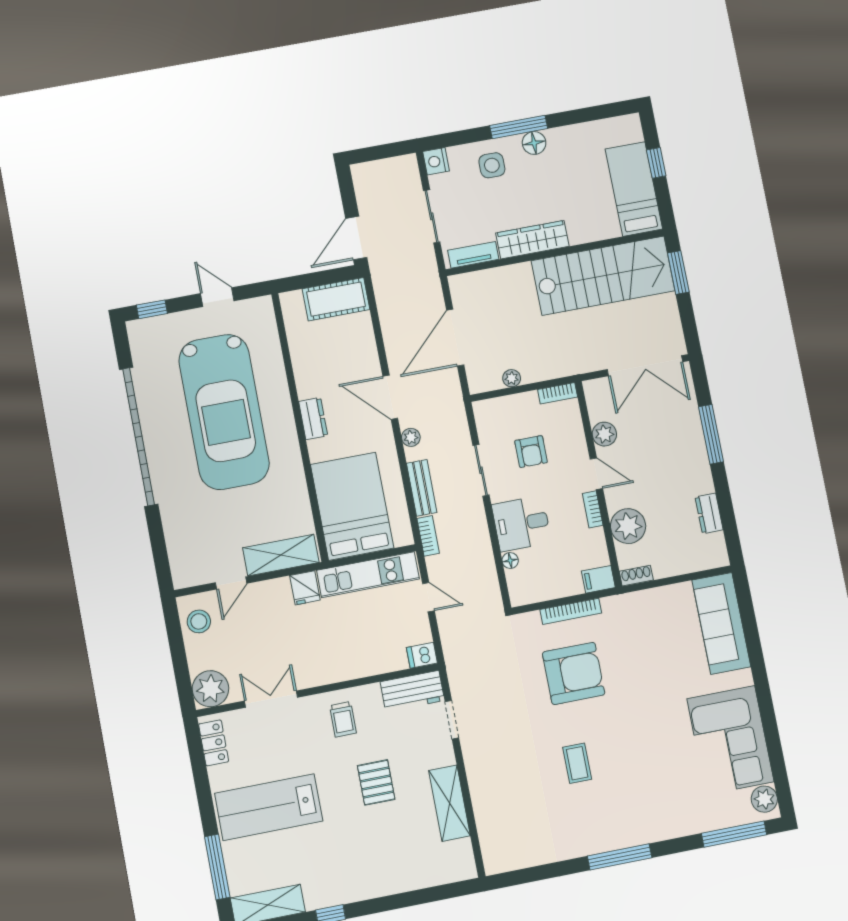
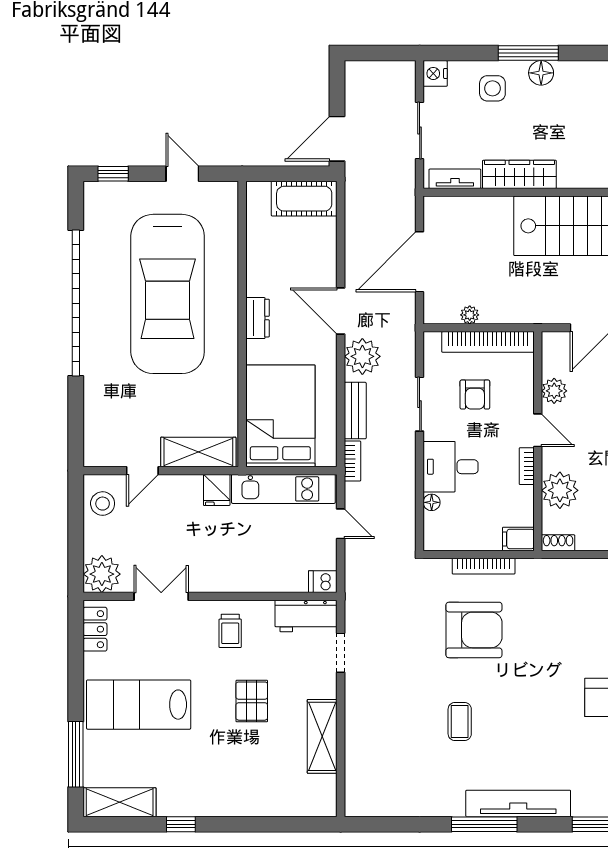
bookcase: (558, 393) -> (488, 342), width x2.31, depth x1.31
plant: (411, 437) -> (362, 356), width x1.88, depth x1.88
tv unit: (648, 831) -> (518, 803), added

